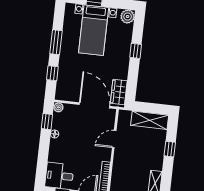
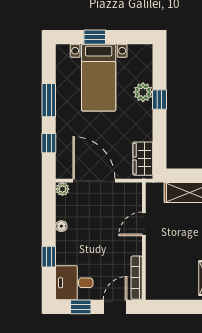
plant: (128, 16) -> (143, 92), moved
door: (94, 105) -> (94, 181), moved
window: (47, 122) -> (49, 257), moved

